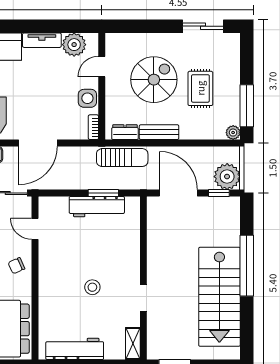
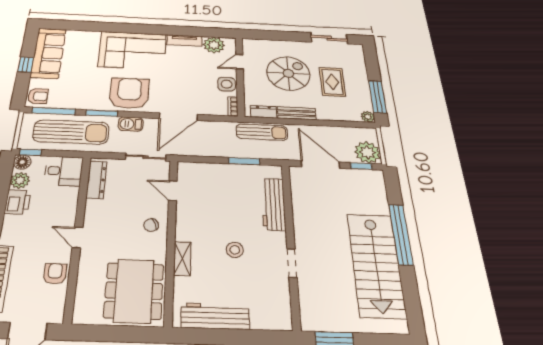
workbench: (97, 207) -> (273, 204), moved, turned 90
shelving: (133, 344) -> (182, 259), moved

